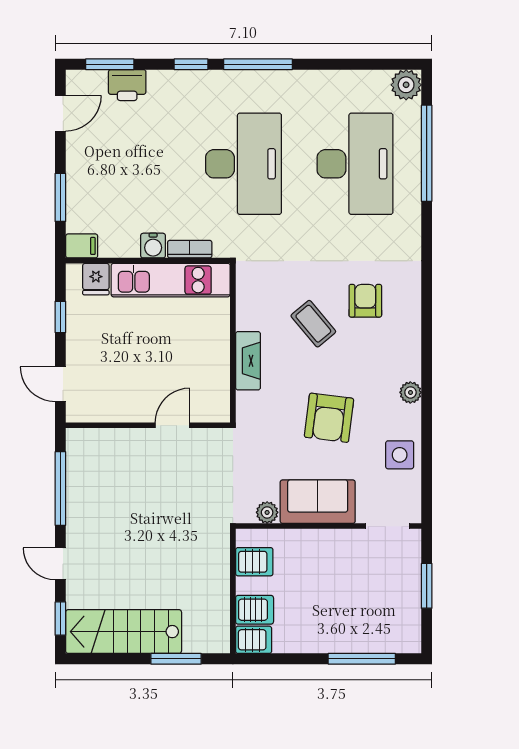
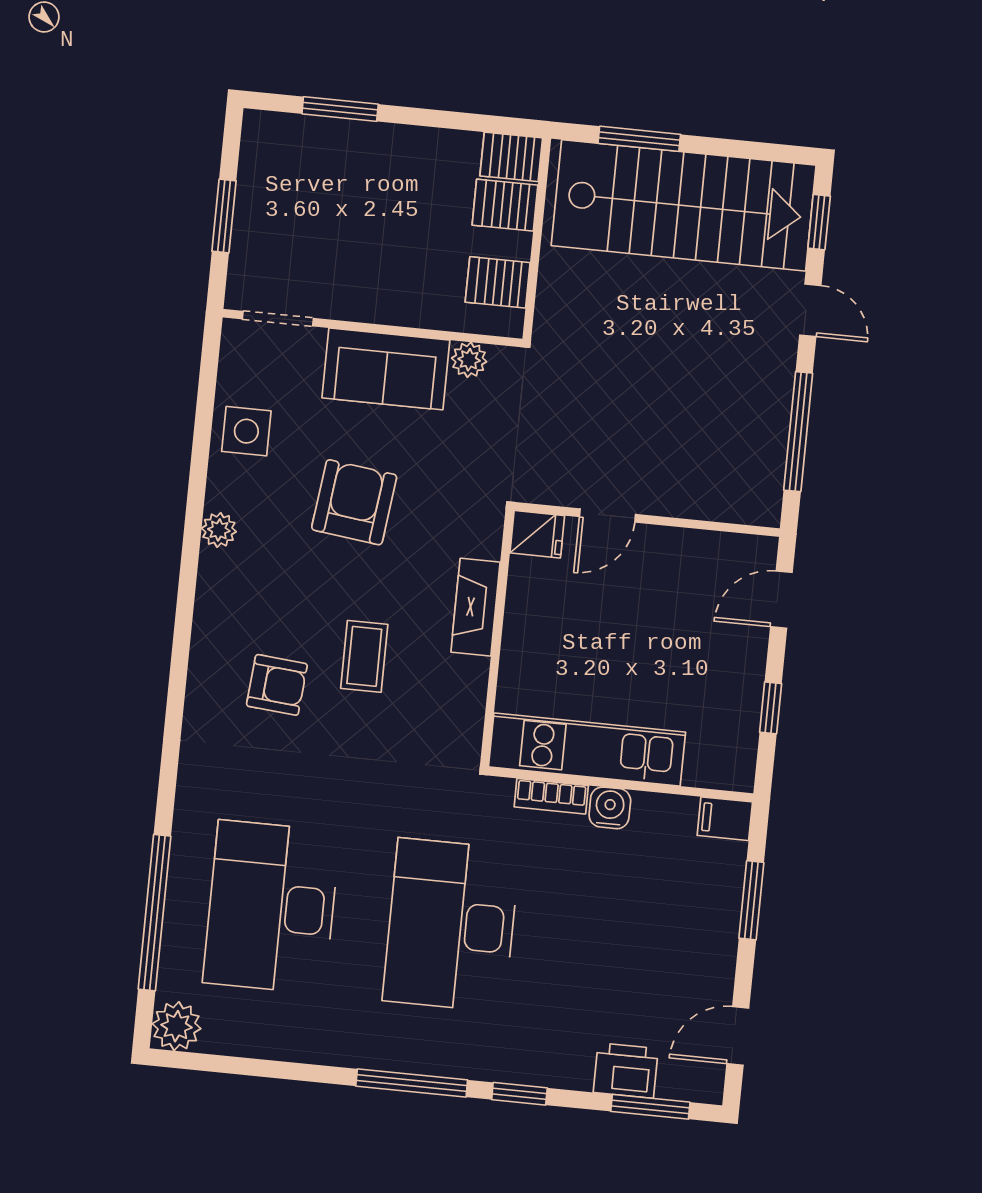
fridge: (96, 279) -> (537, 534), moved, turned 90
armchair: (365, 301) -> (277, 685), turned -85
coffee table: (313, 324) -> (364, 656), turned 40
door: (60, 384) -> (781, 600), swing flipped
stairs: (124, 632) -> (684, 205), width x1.36, depth x1.51
window: (362, 659) -> (340, 109), width x0.69

